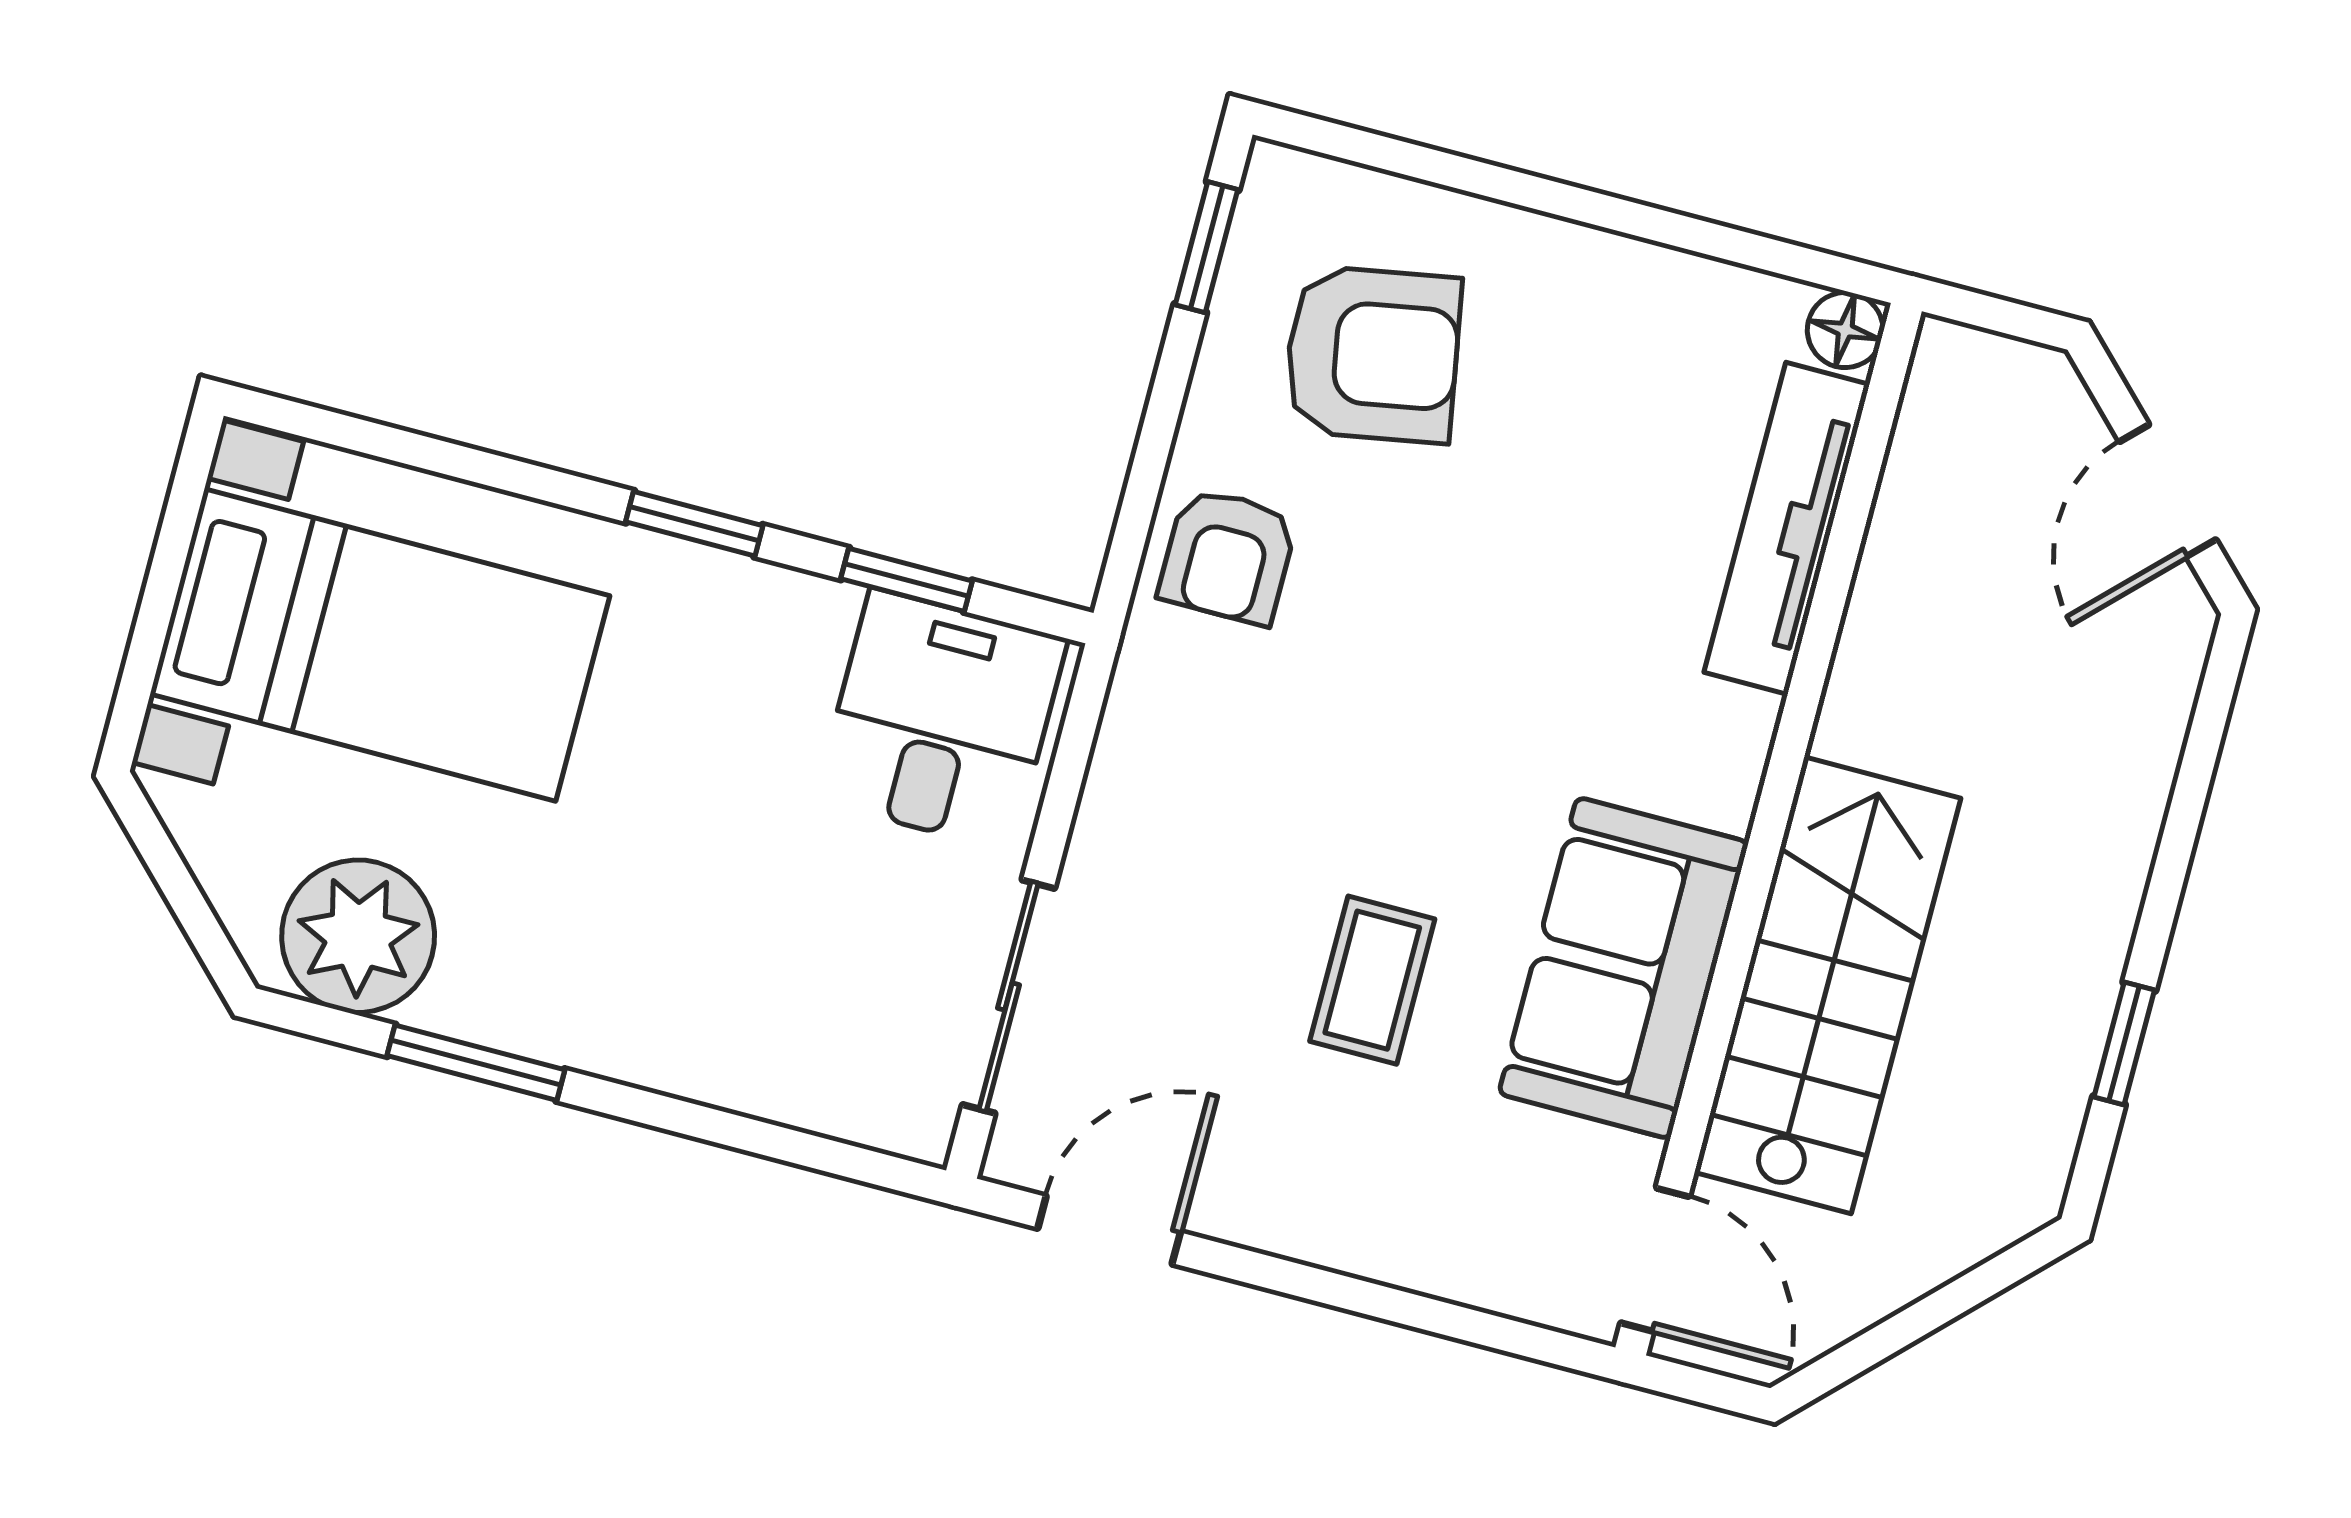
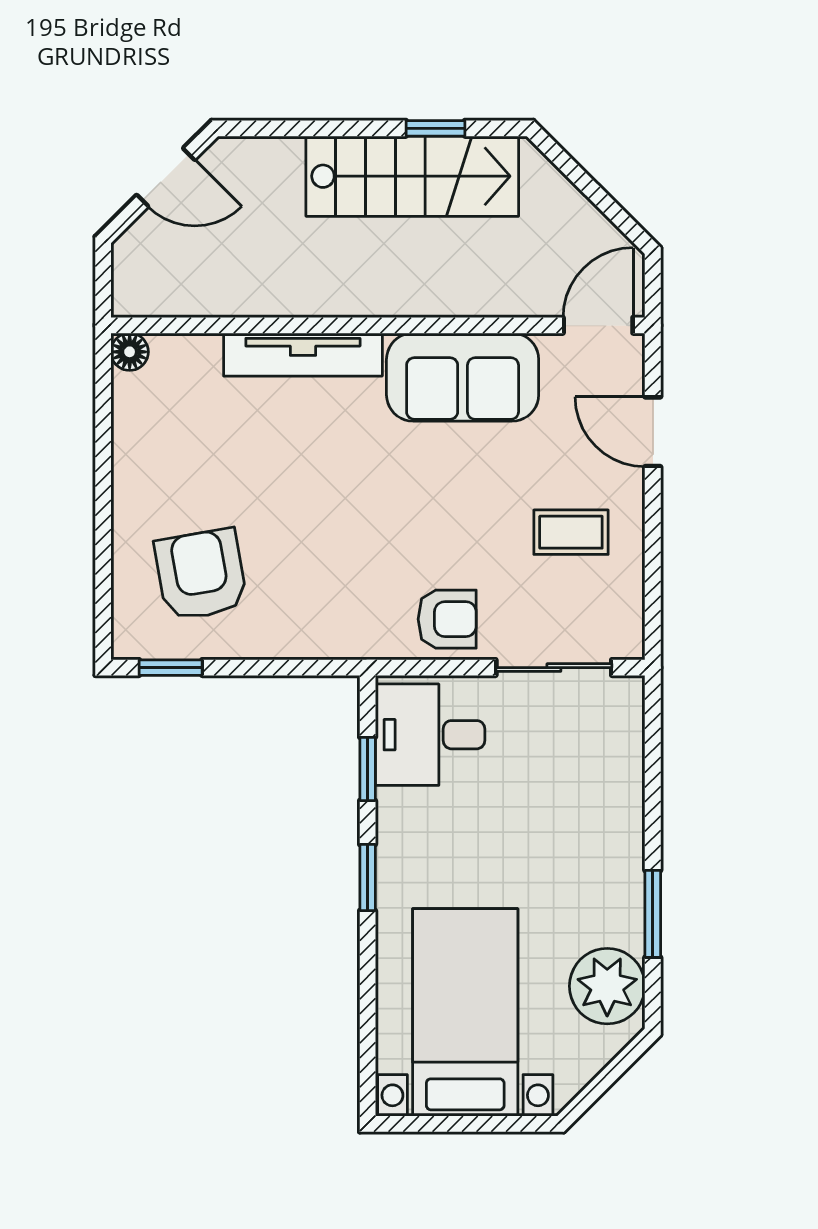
tv unit: (1787, 528) -> (303, 355), moved
armchair: (1228, 556) -> (447, 619), moved
coffee table: (1372, 980) -> (571, 532), moved
stairs: (1828, 985) -> (412, 176), moved, turned 180
door: (1109, 1230) -> (653, 432), moved

